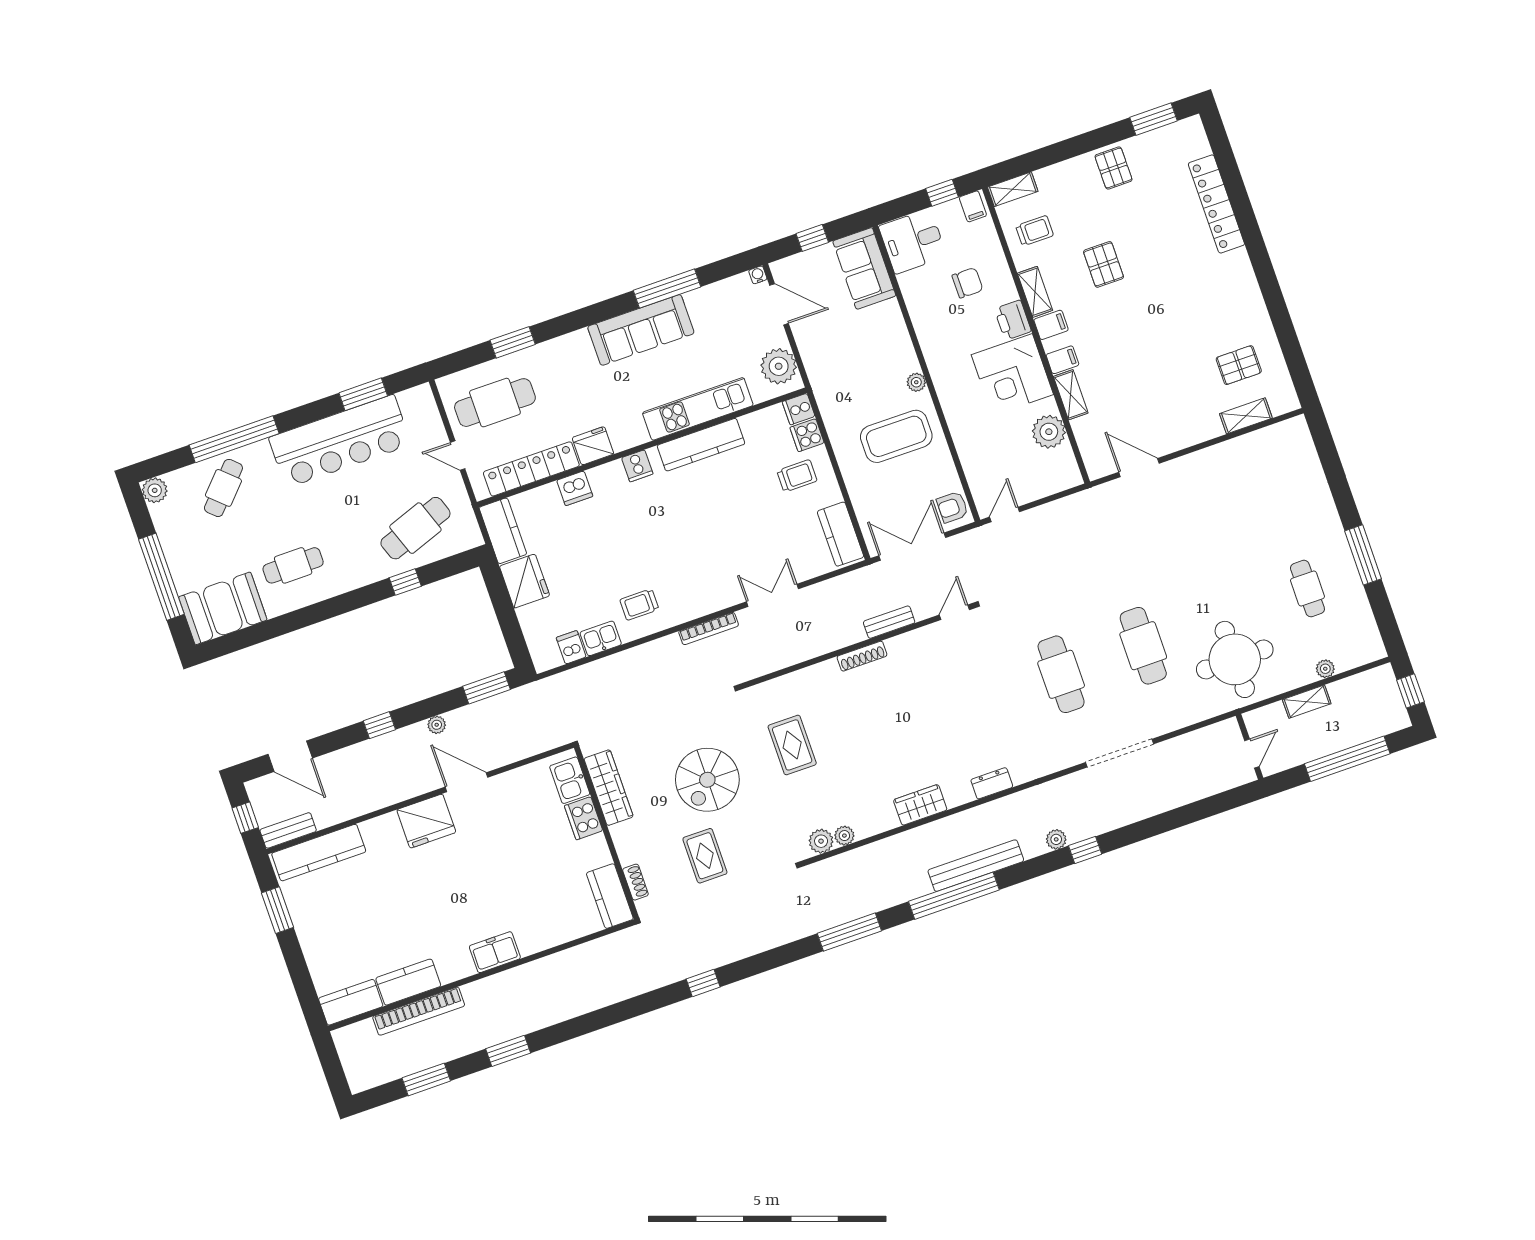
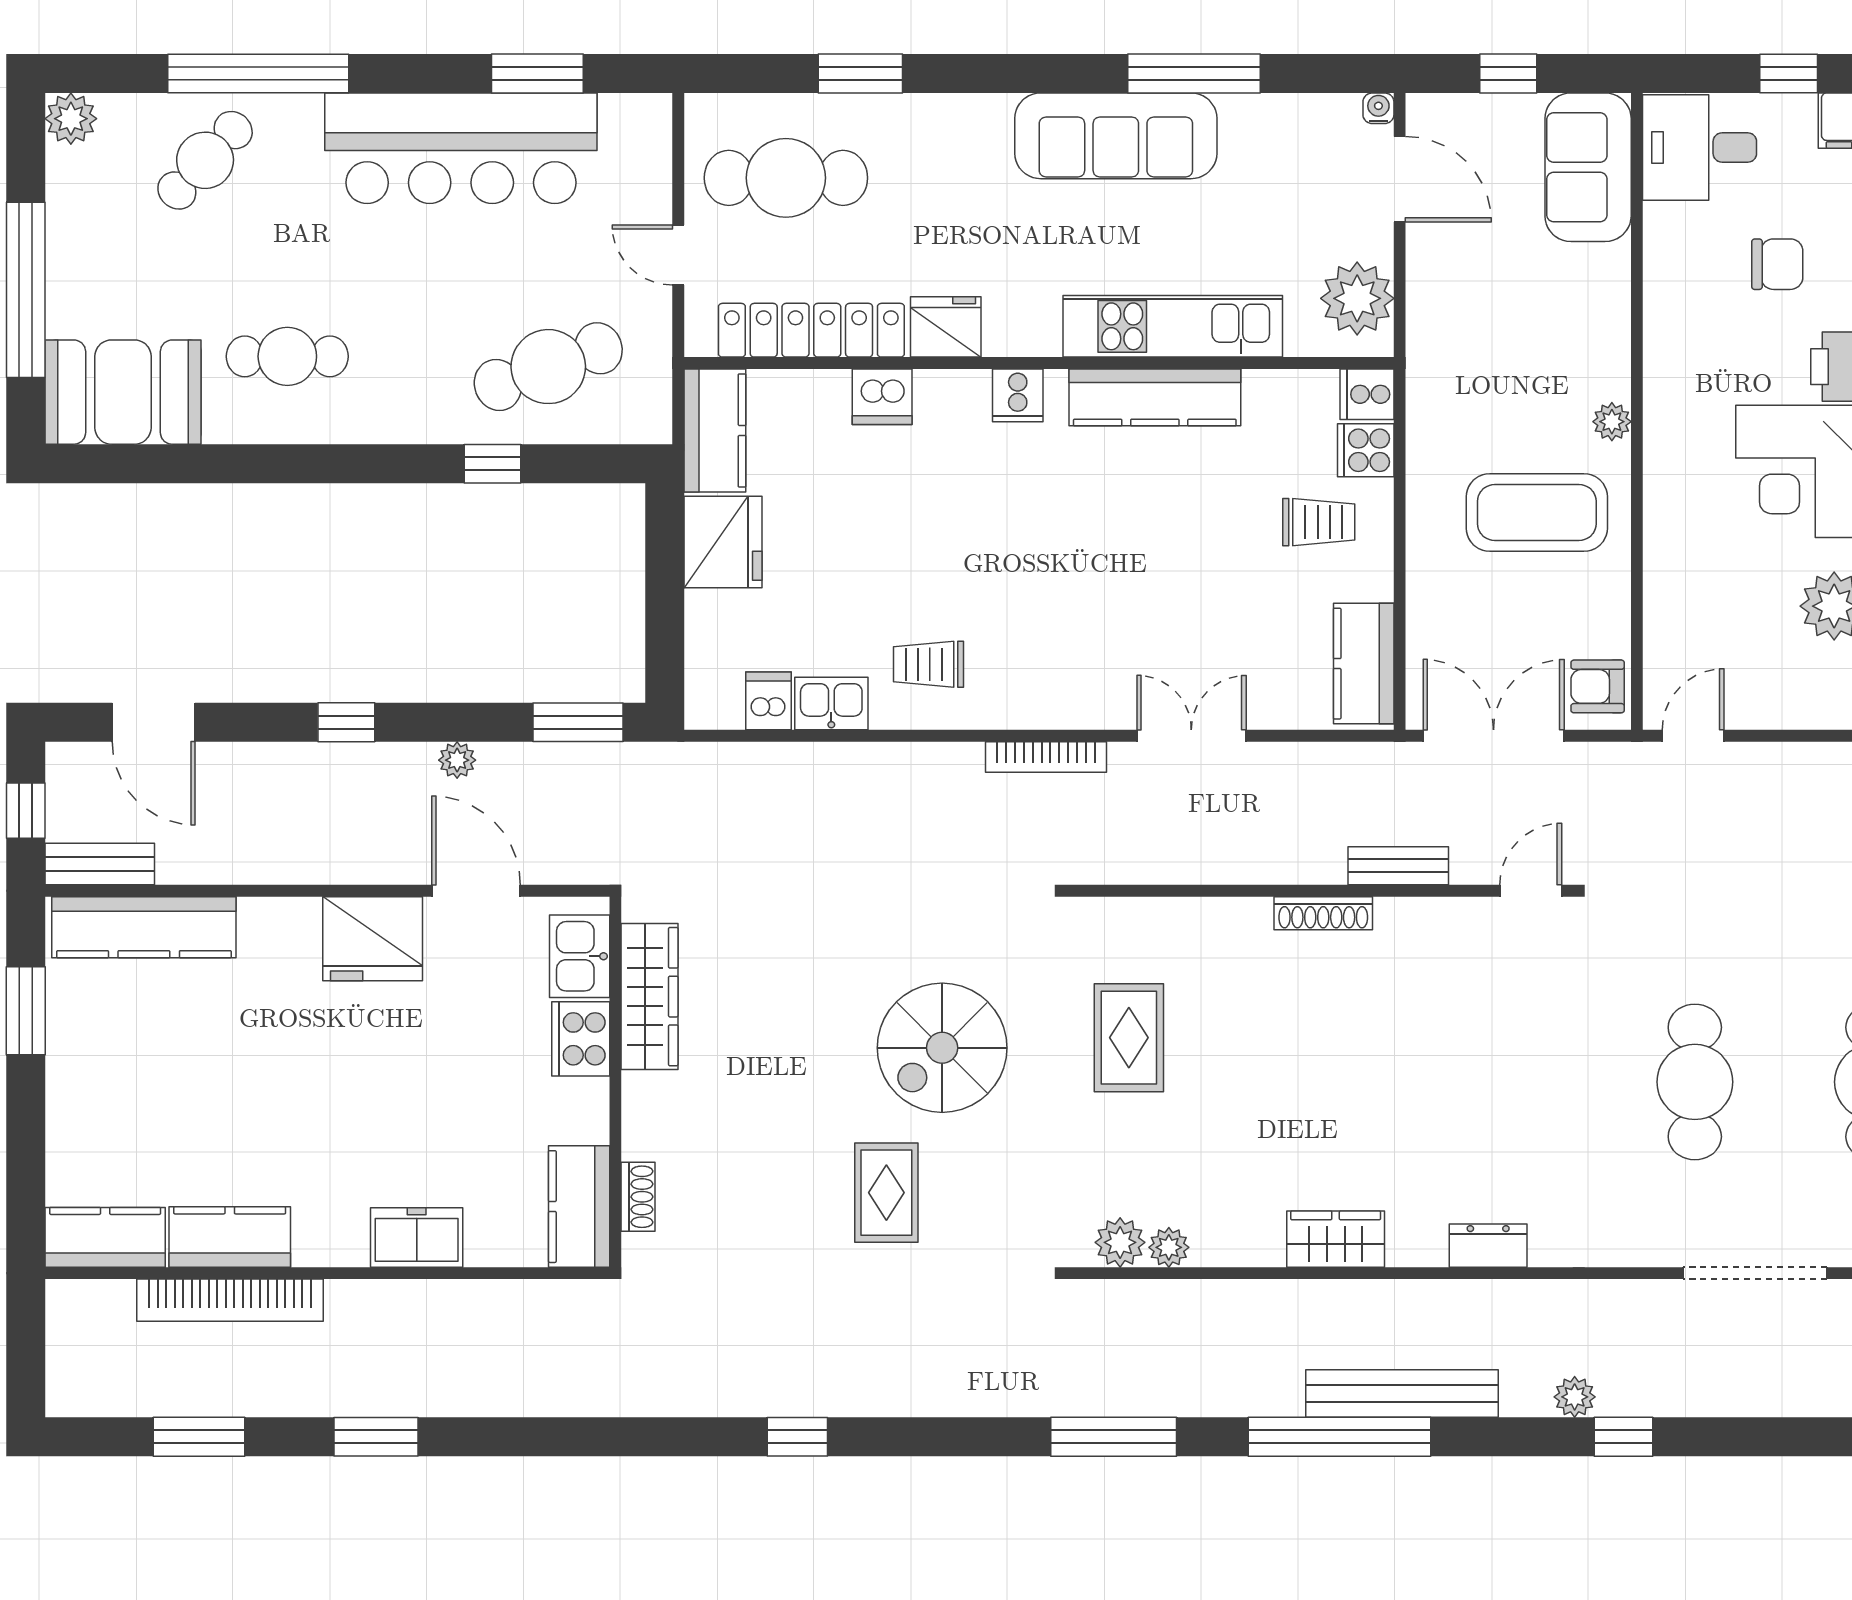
kitchen sink: (570, 780) -> (580, 956), moved
wardrobe: (609, 788) -> (649, 997), moved
cooker: (584, 818) -> (581, 1039), moved
wall: (607, 833) -> (615, 1082), moved
shoe rack: (635, 882) -> (638, 1197), moved
kitchen counter: (610, 896) -> (579, 1207), moved

